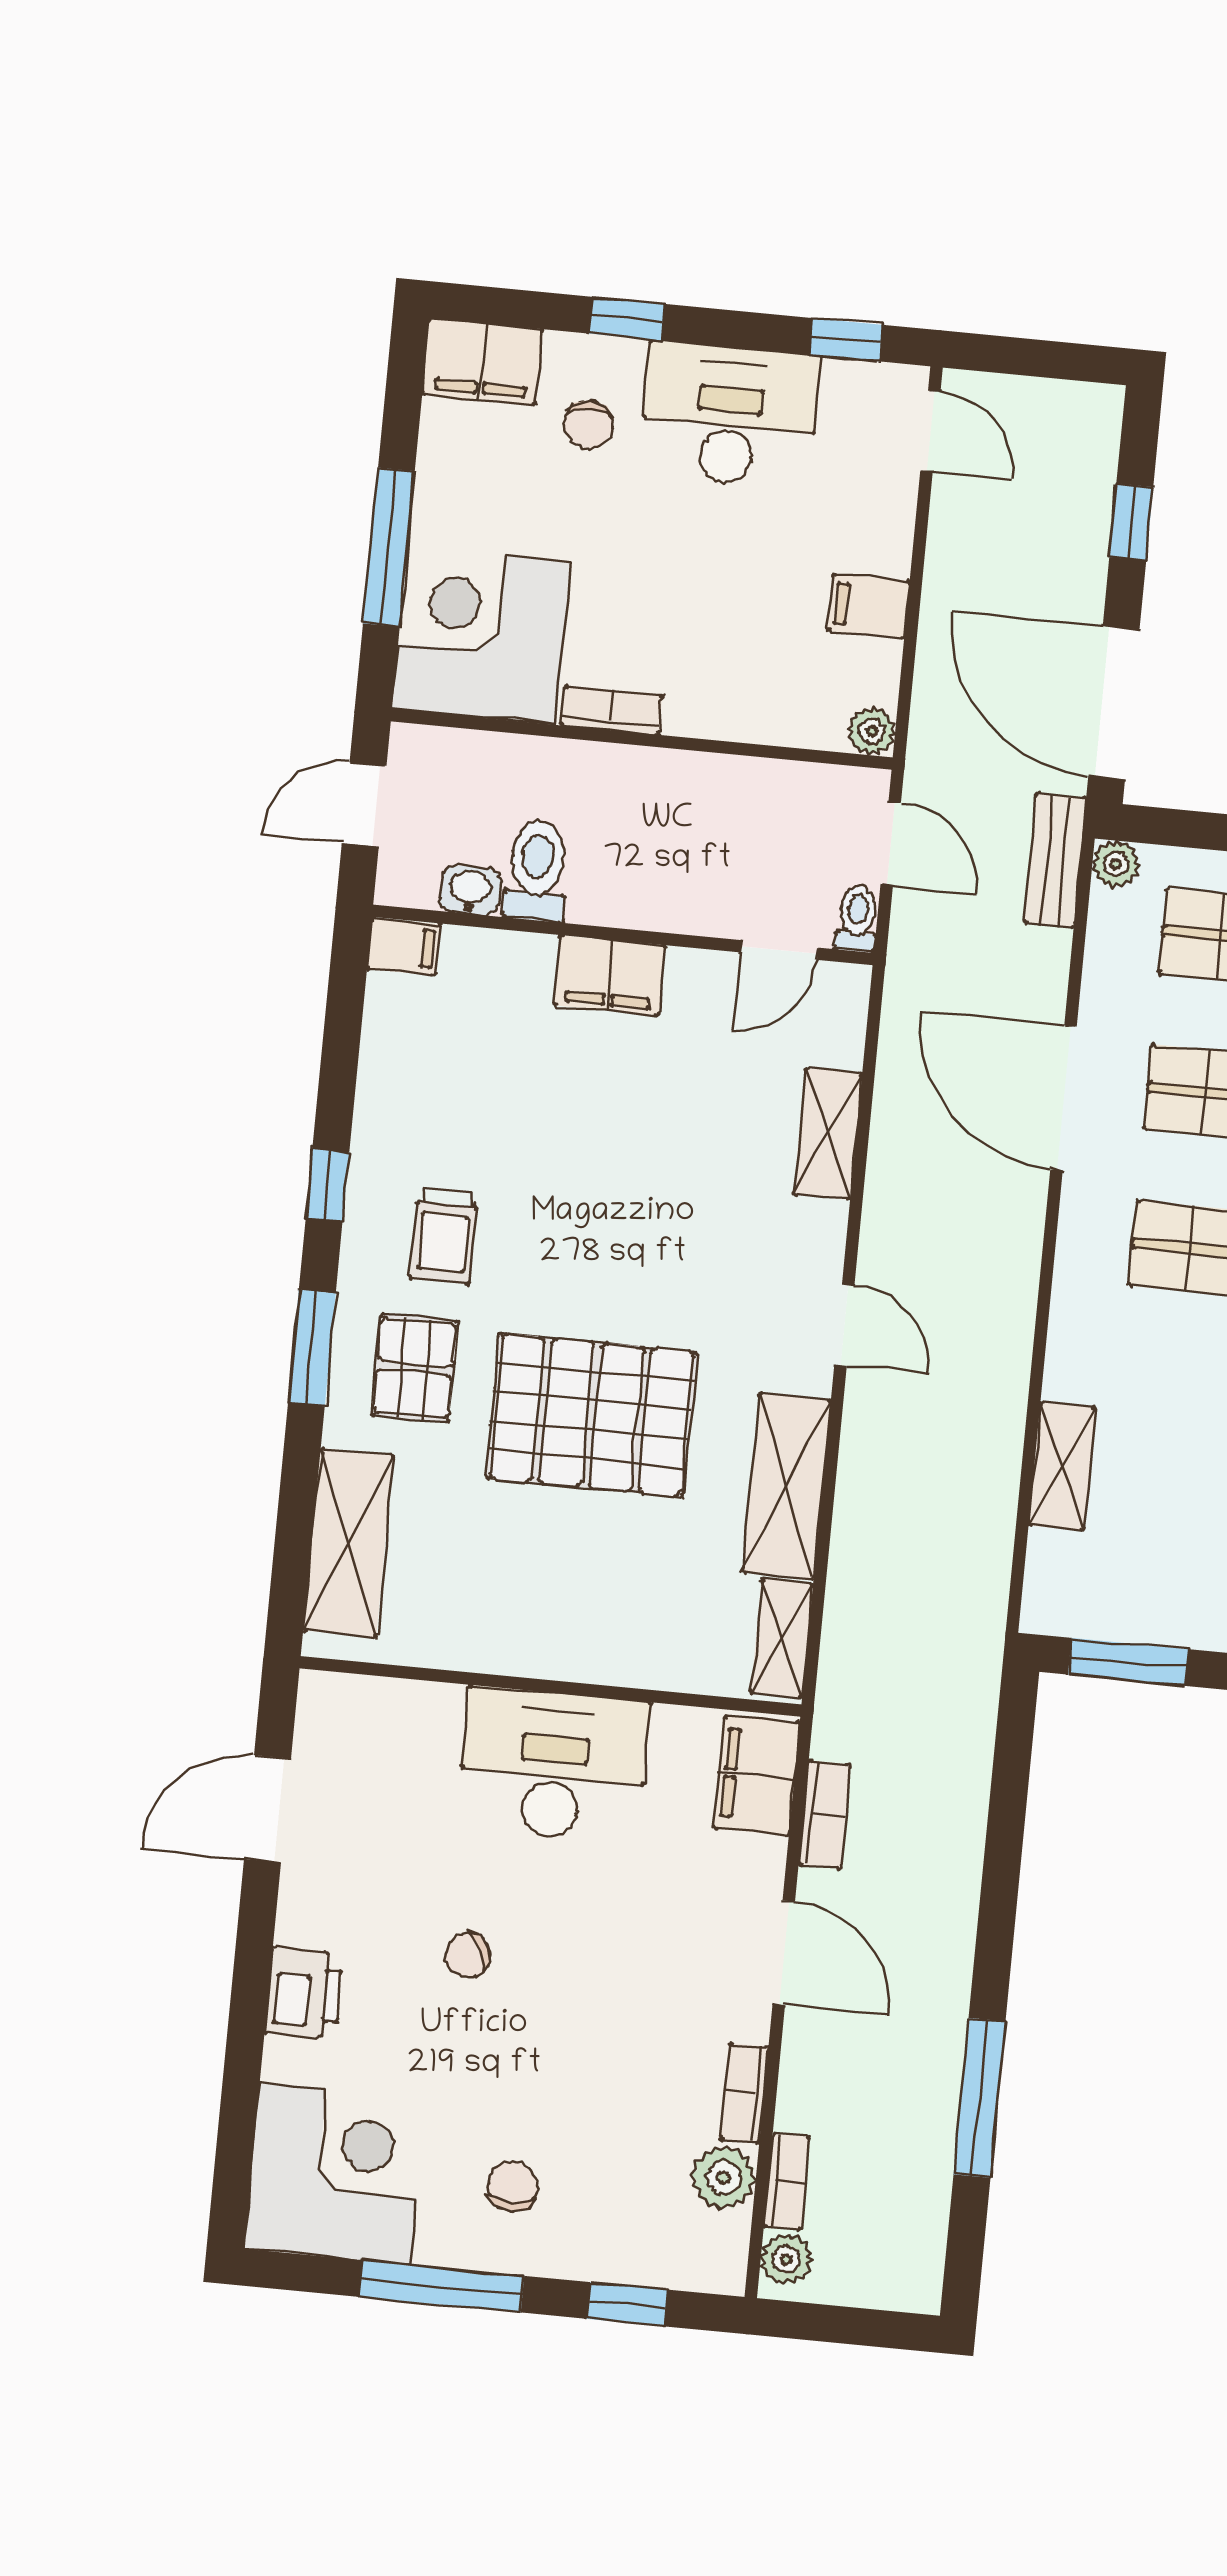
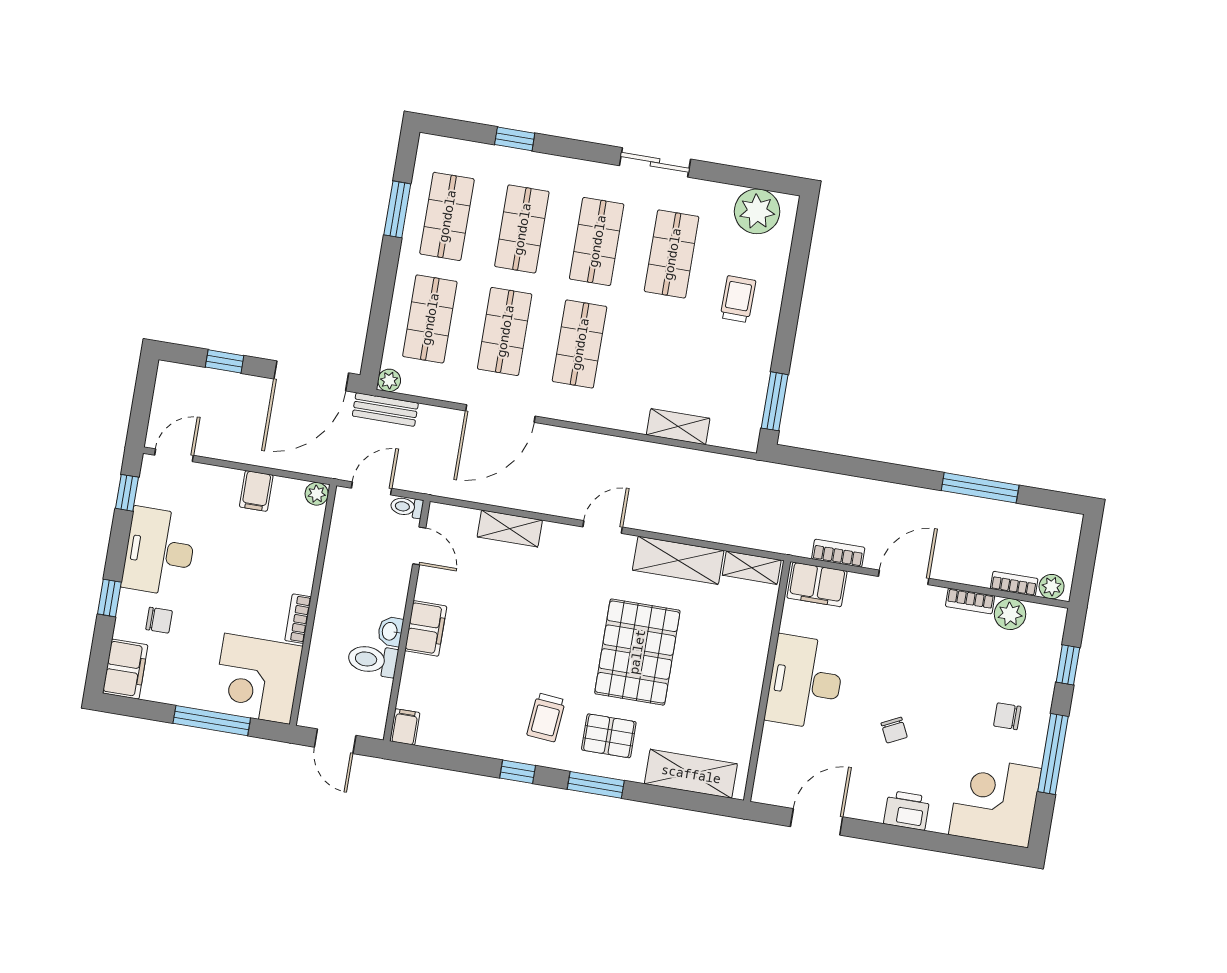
washbasin: (470, 890) -> (390, 631), moved
trolley: (444, 1236) -> (546, 717), turned 95
door: (267, 1809) -> (817, 822), swing flipped

